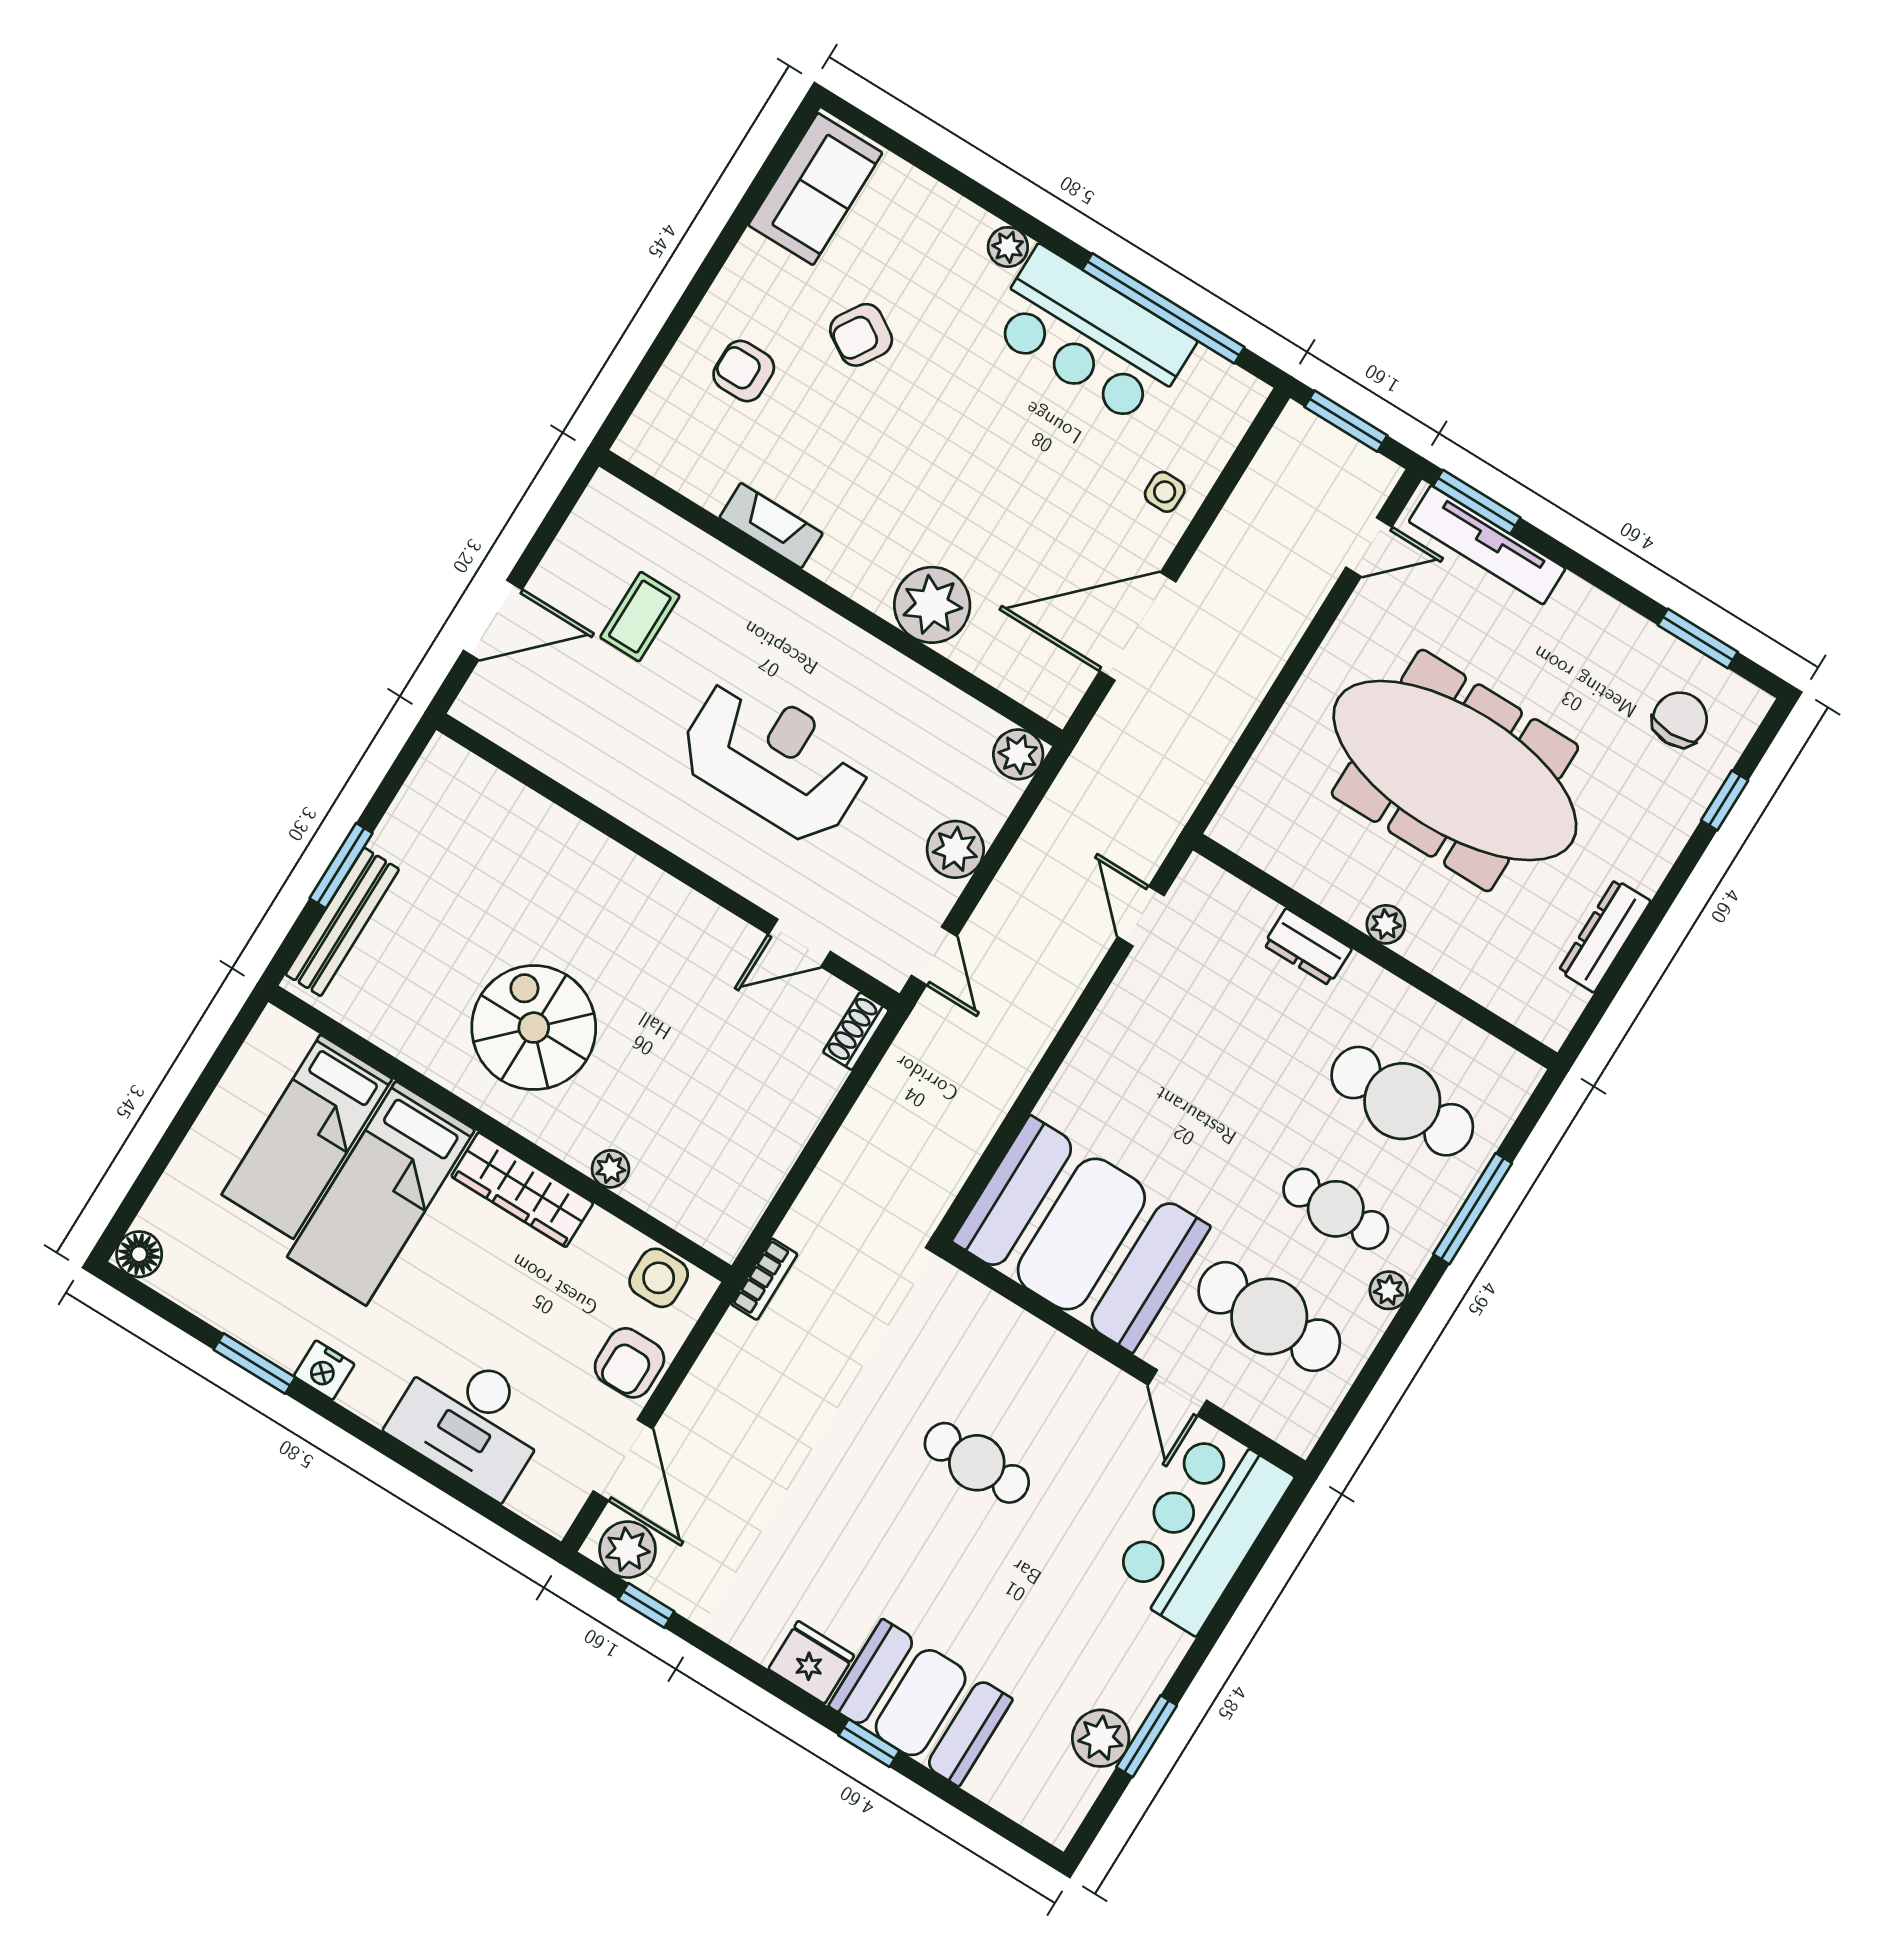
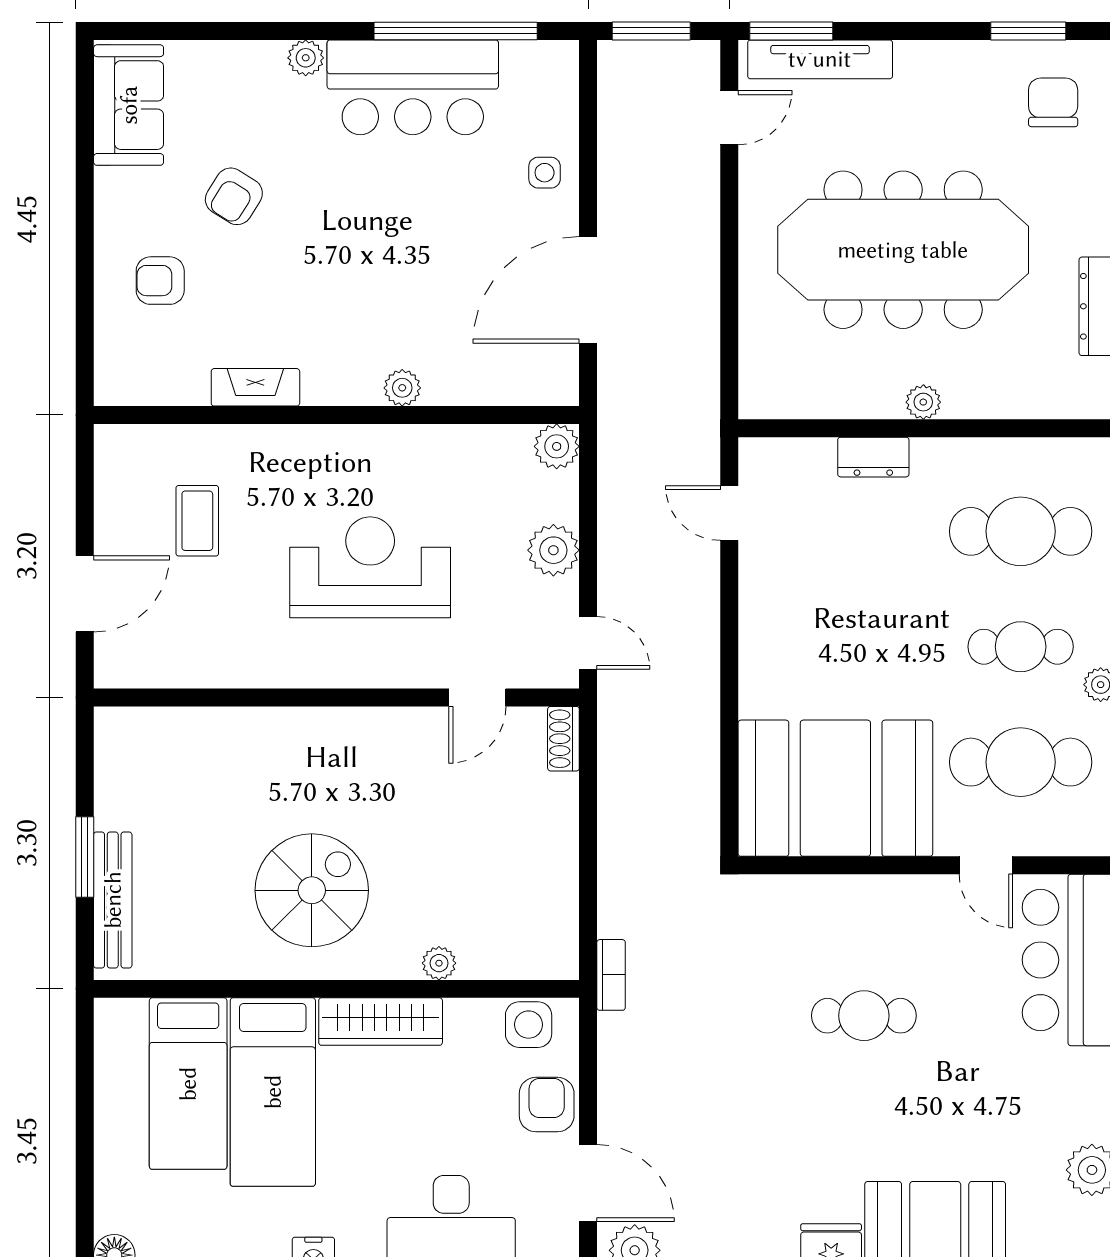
plant: (932, 605) -> (402, 388), width x0.53, depth x0.53
spiral stairs: (534, 1028) -> (312, 890), turned 90
armchair: (629, 1363) -> (547, 1105), turned 180

